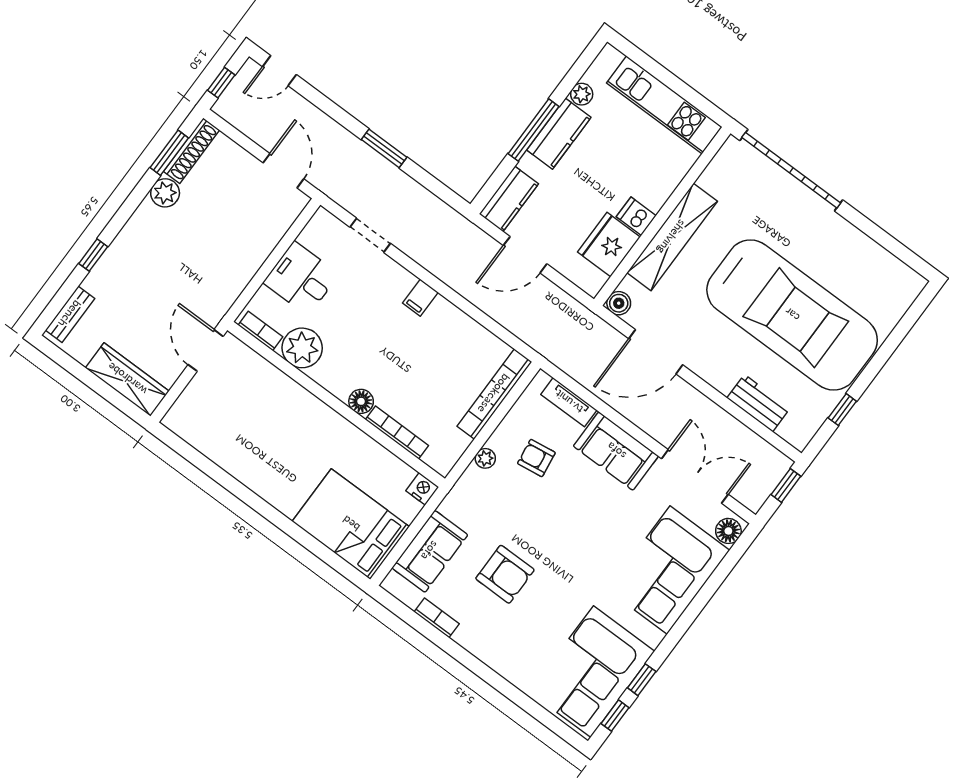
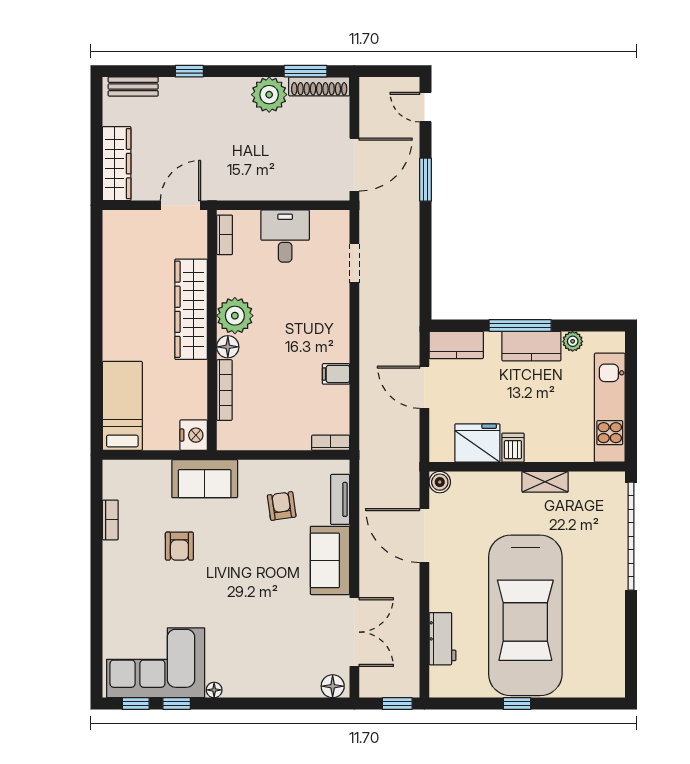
window: (221, 83) -> (385, 71), removed
window: (384, 148) -> (426, 180), moved
door: (283, 171) -> (354, 165), width x1.36
plant: (165, 193) -> (269, 95), width x1.36, depth x1.36
shelving: (672, 237) -> (545, 482), width x0.45, depth x0.75
filing cabinet: (420, 298) -> (336, 374), moved
plant: (302, 348) -> (235, 316), moved
bookcase: (494, 394) -> (331, 443), width x0.43, depth x0.76
wardrobe: (304, 409) -> (191, 309), added
window: (842, 410) -> (517, 704), moved
plant: (485, 458) -> (254, 469), removed
nightstand: (422, 489) -> (194, 435), width x1.36, depth x1.33
bed: (351, 524) -> (122, 406), width x0.67
sofa: (430, 551) -> (205, 479), moved
corner sofa: (669, 570) -> (272, 664), removed
armchair: (505, 574) -> (179, 546), width x0.72, depth x0.72
floor lamp: (654, 638) -> (214, 690), added

